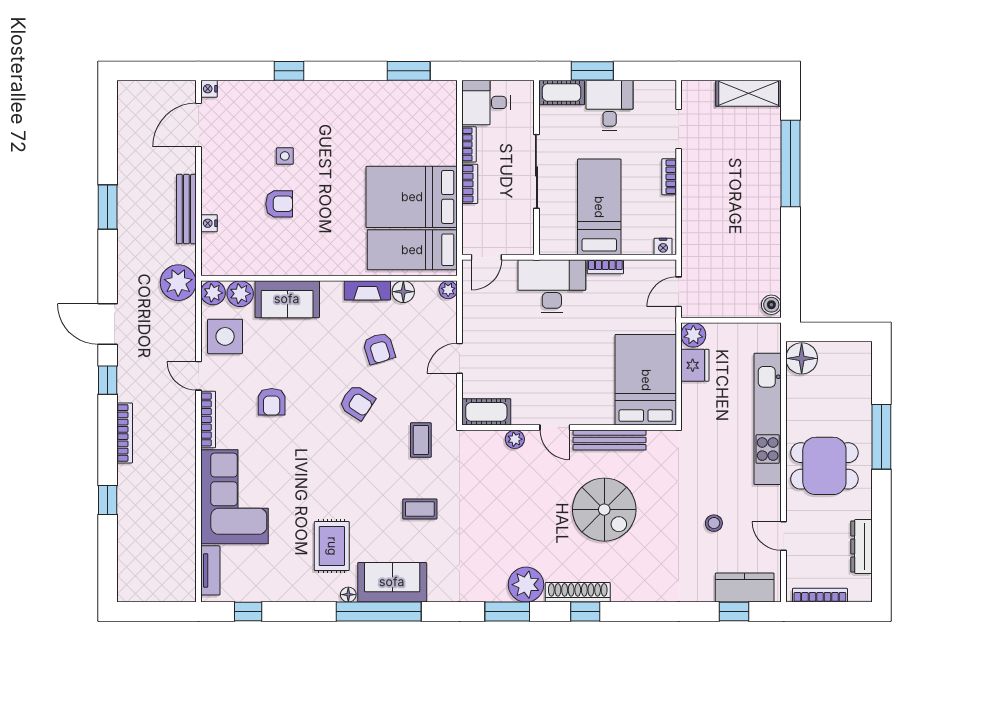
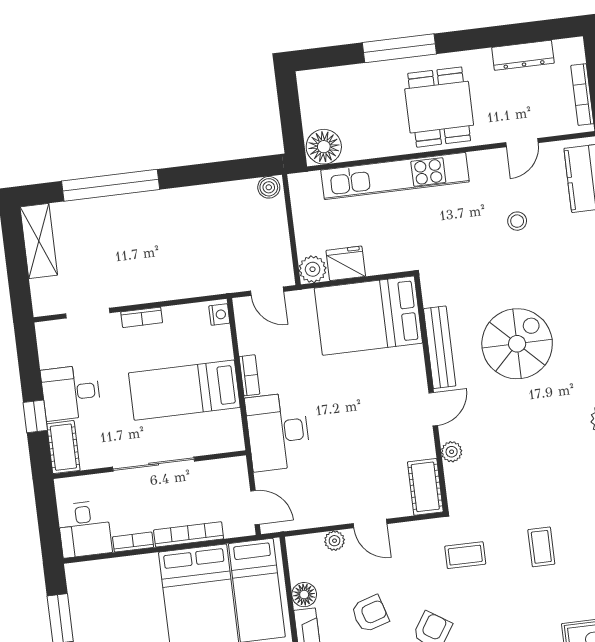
window: (592, 71) -> (35, 416), width x0.67
bookcase: (470, 184) -> (189, 534), width x1.56
plant: (448, 290) -> (334, 541), moved

